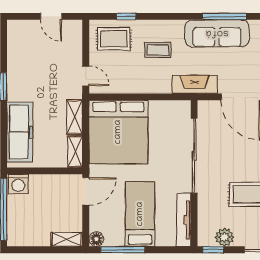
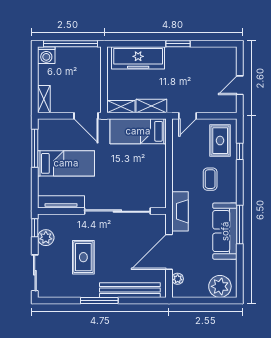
window: (224, 16) -> (240, 225), moved
bed: (118, 132) -> (138, 131), width x0.49
washing machine: (18, 184) -> (46, 55), moved, turned -90
floor lamp: (96, 239) -> (44, 125), removed

